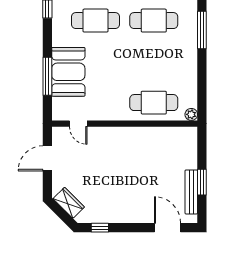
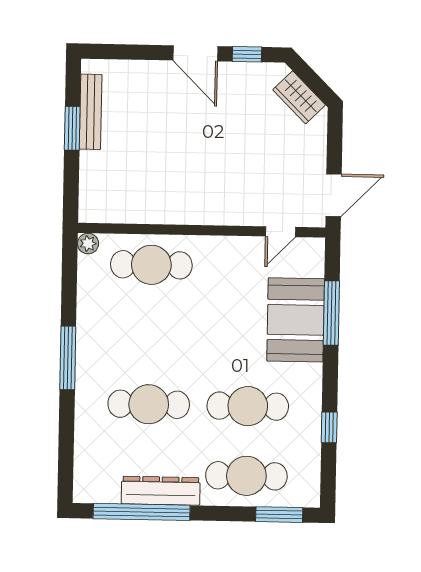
window: (202, 30) -> (68, 358), moved
door: (78, 124) -> (281, 232), swing flipped
door: (47, 158) -> (334, 195), moved
door: (168, 228) -> (195, 53), moved

